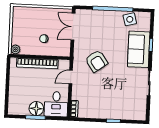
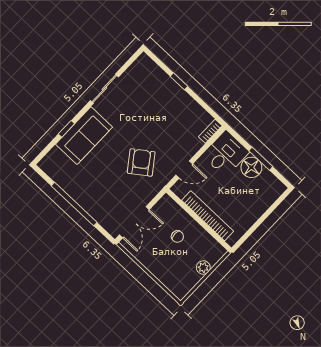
side table: (130, 19) -> (65, 177), removed
plant: (15, 49) -> (203, 267), moved

